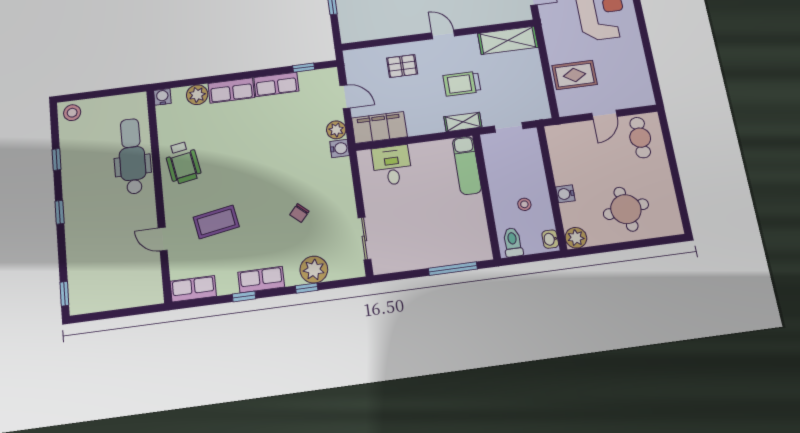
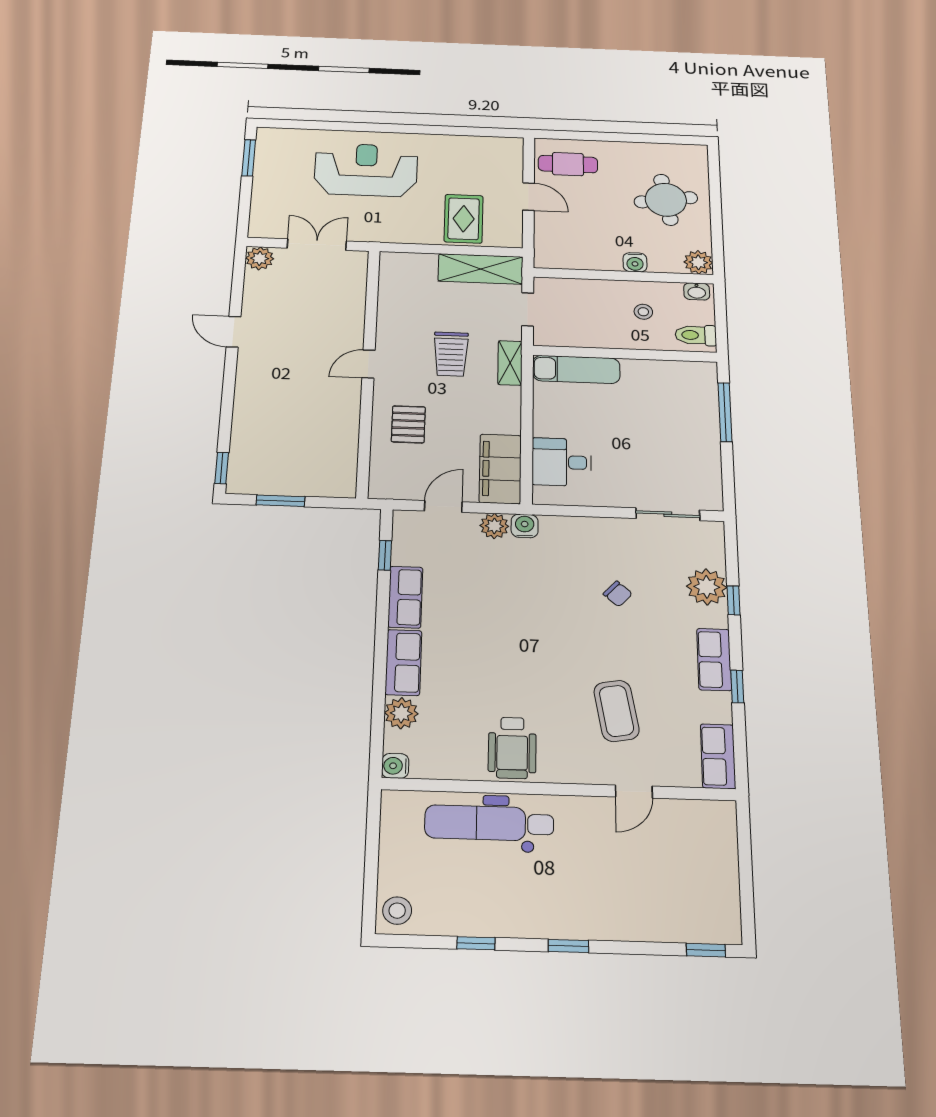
shelving: (508, 40) -> (481, 269), moved, turned 90
wheelchair: (183, 162) -> (512, 748), turned 100

